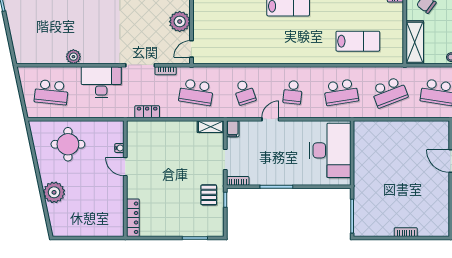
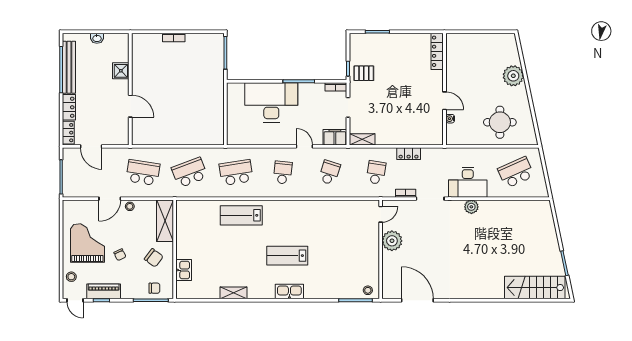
lab bench: (358, 41) -> (241, 215), moved
plant: (73, 57) -> (471, 207), moved
school desk: (51, 92) -> (516, 172), turned -30
school desk: (196, 92) -> (376, 172), width x0.54
school desk: (245, 92) -> (329, 172), turned 36
locker: (147, 112) -> (409, 154), moved
door: (270, 119) -> (304, 146), swing flipped
filing cabinet: (233, 129) -> (335, 137), width x2.00
desk: (330, 150) -> (271, 102), moved, turned 90
pallet: (209, 195) -> (364, 73), turned 90

